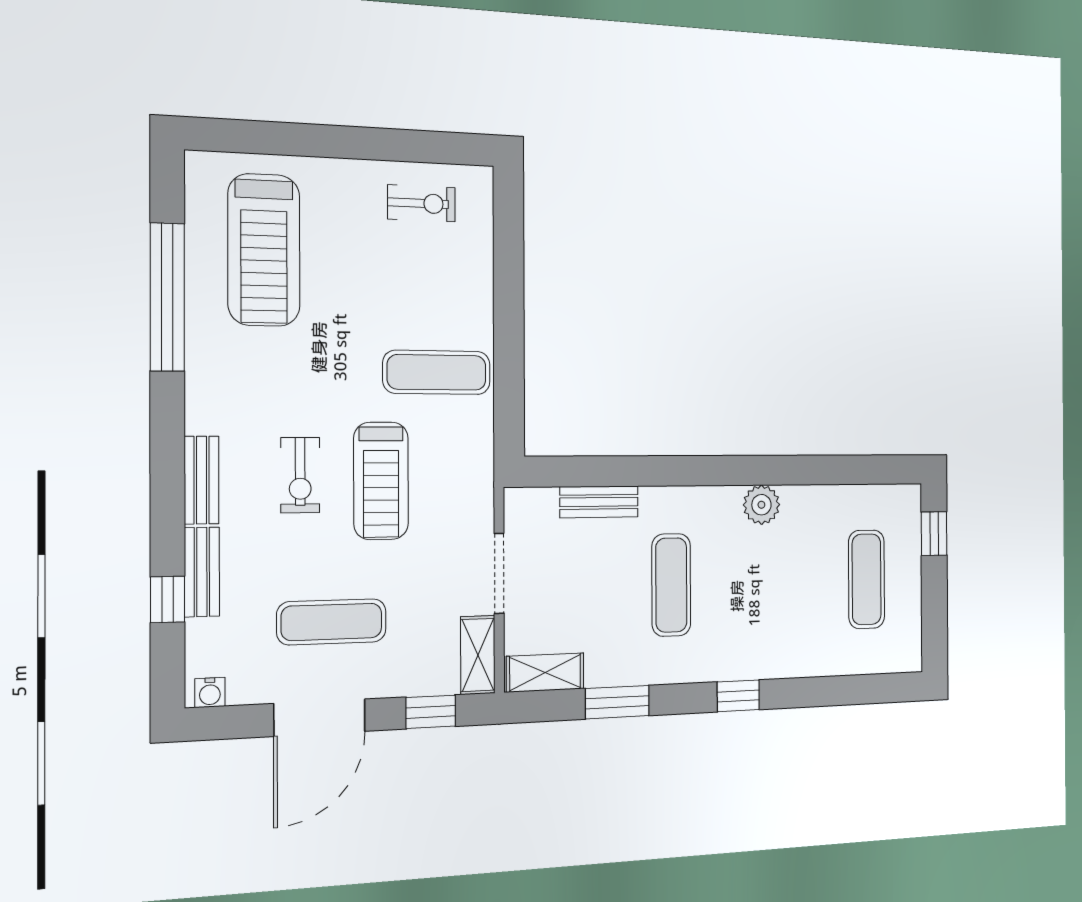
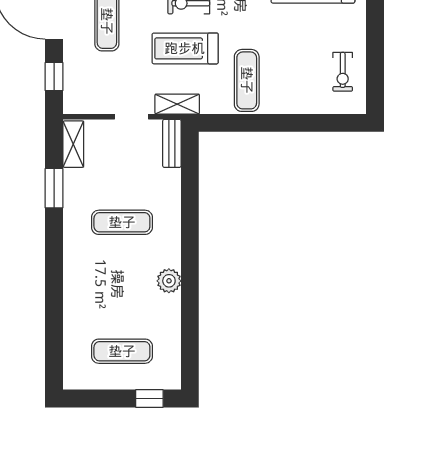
bench: (599, 502) -> (172, 143), moved
doorway: (499, 573) -> (131, 117), width x0.73
shelving: (478, 655) -> (177, 104), moved
window: (738, 696) -> (54, 265), removed

